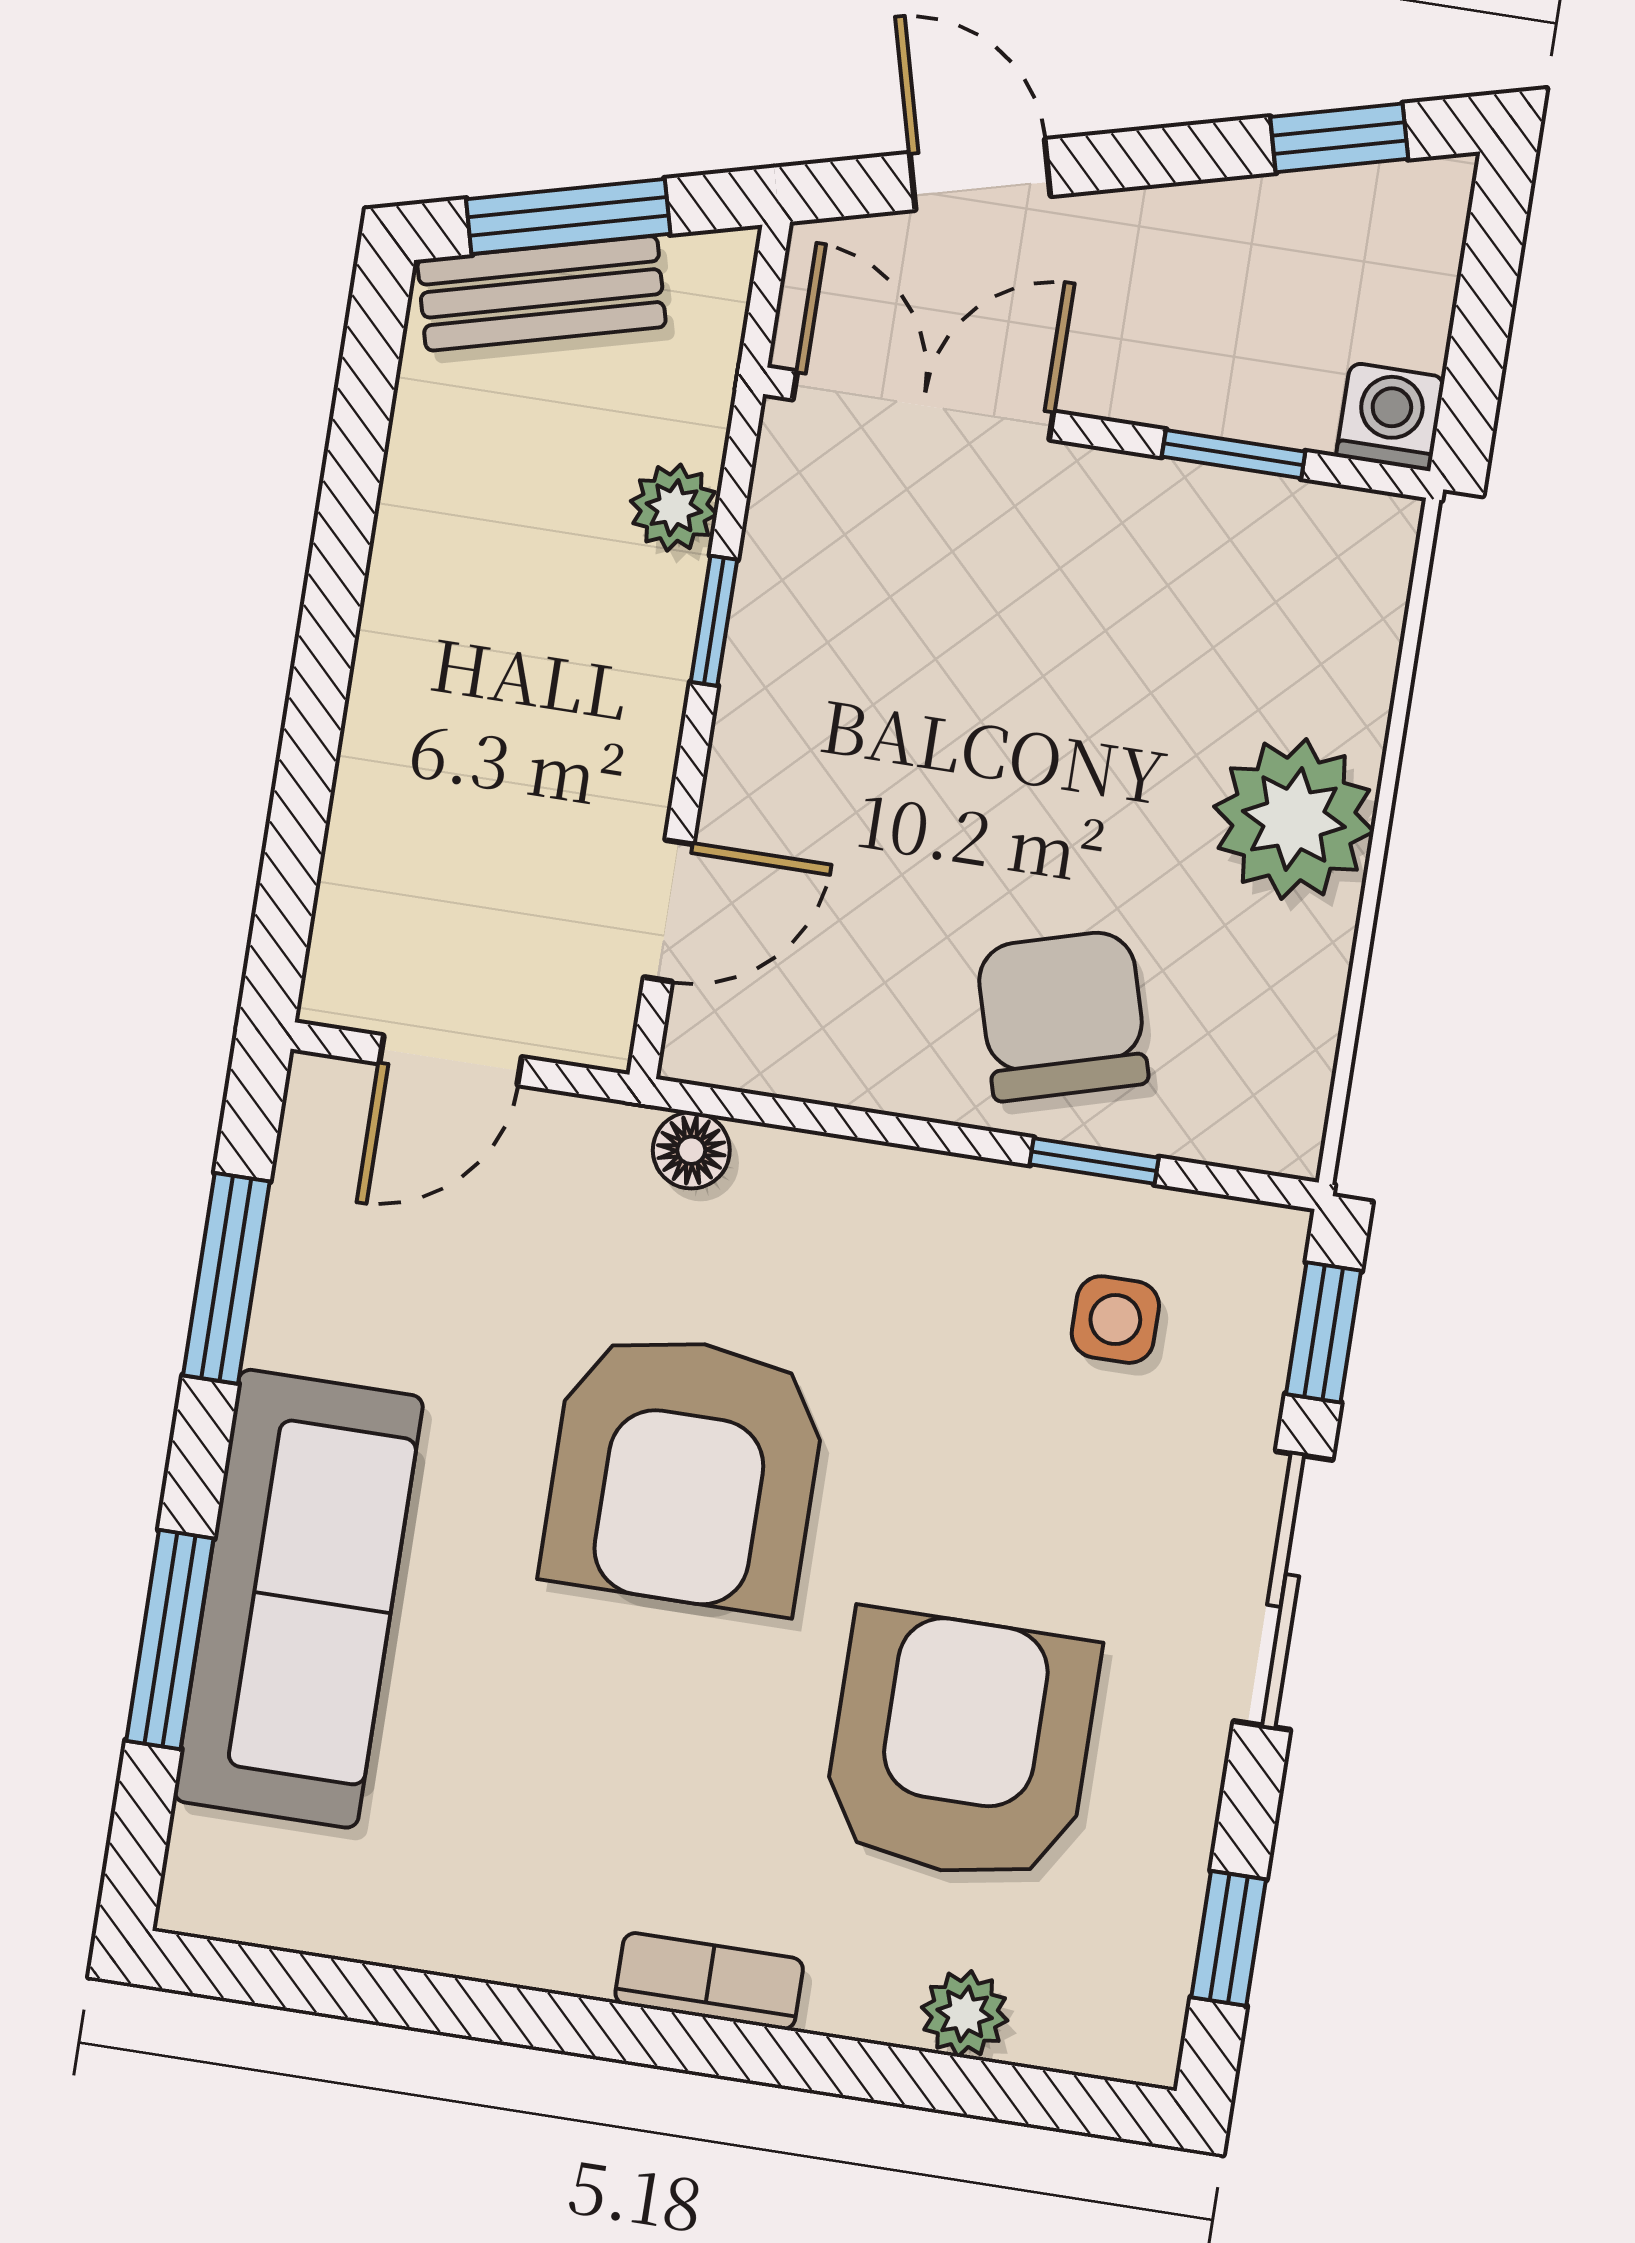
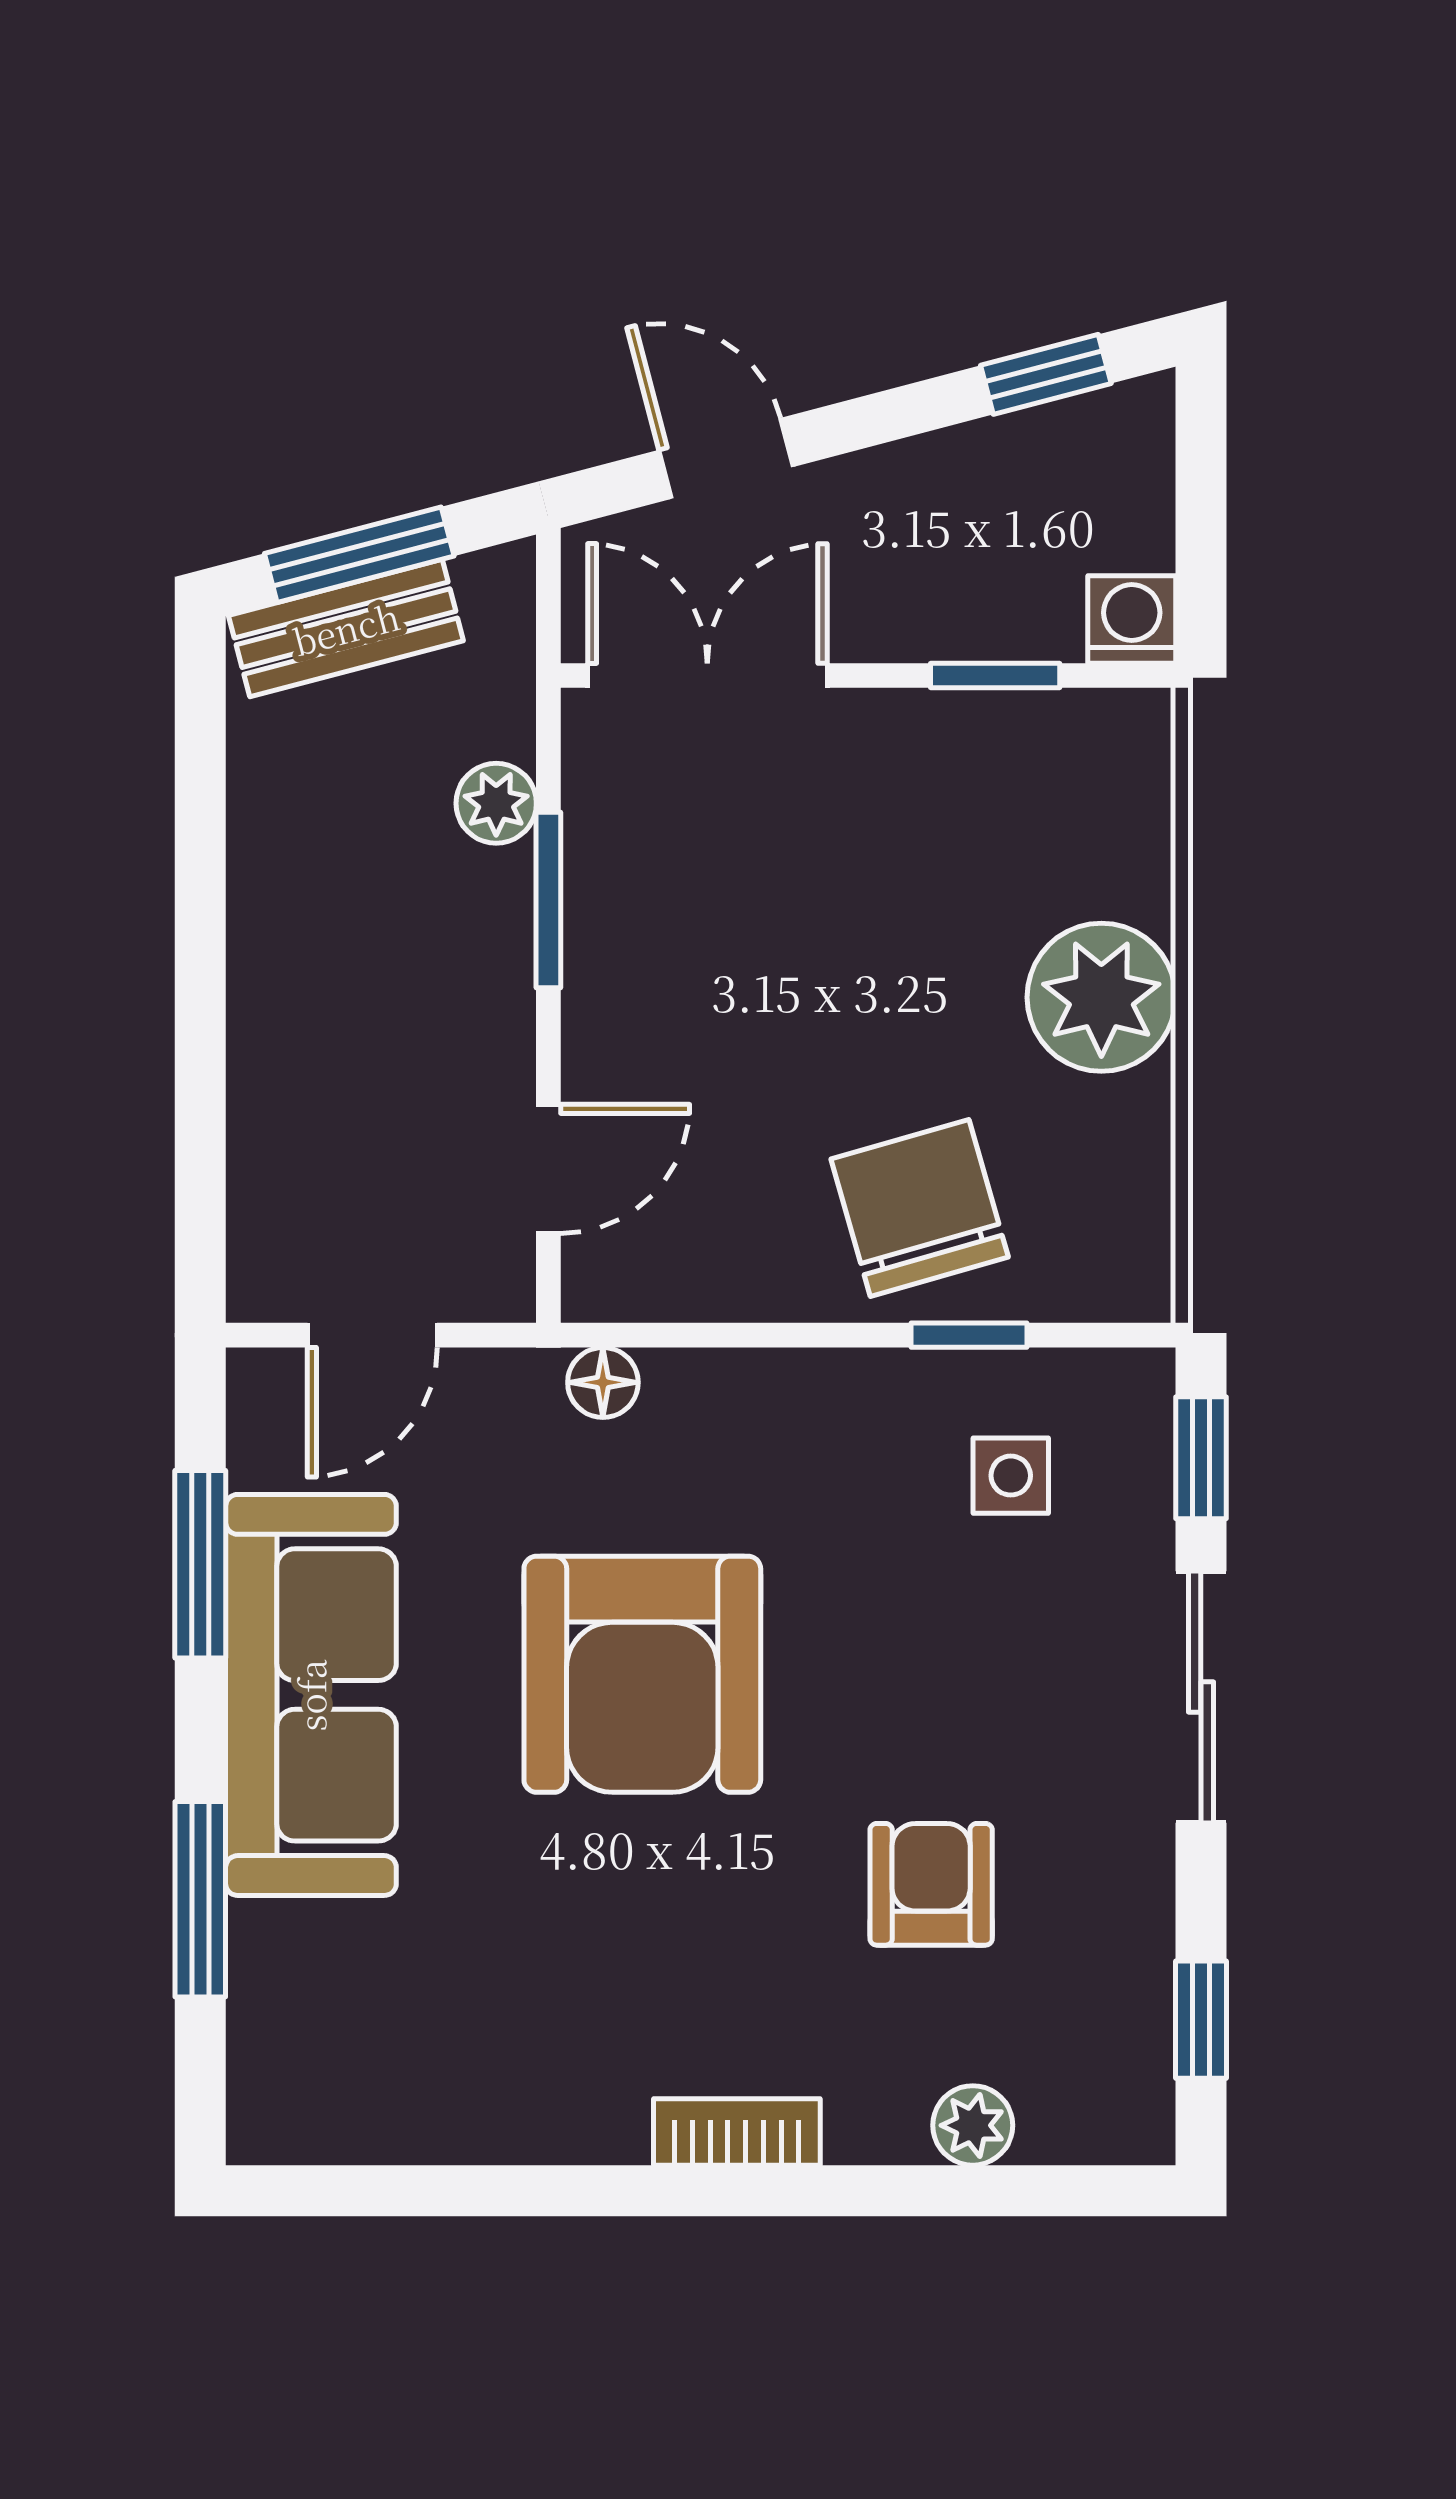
window: (714, 621) -> (548, 900), width x1.50
sofa: (298, 1599) -> (311, 1695), moved
armchair: (960, 1747) -> (931, 1884), width x0.53, depth x0.53

